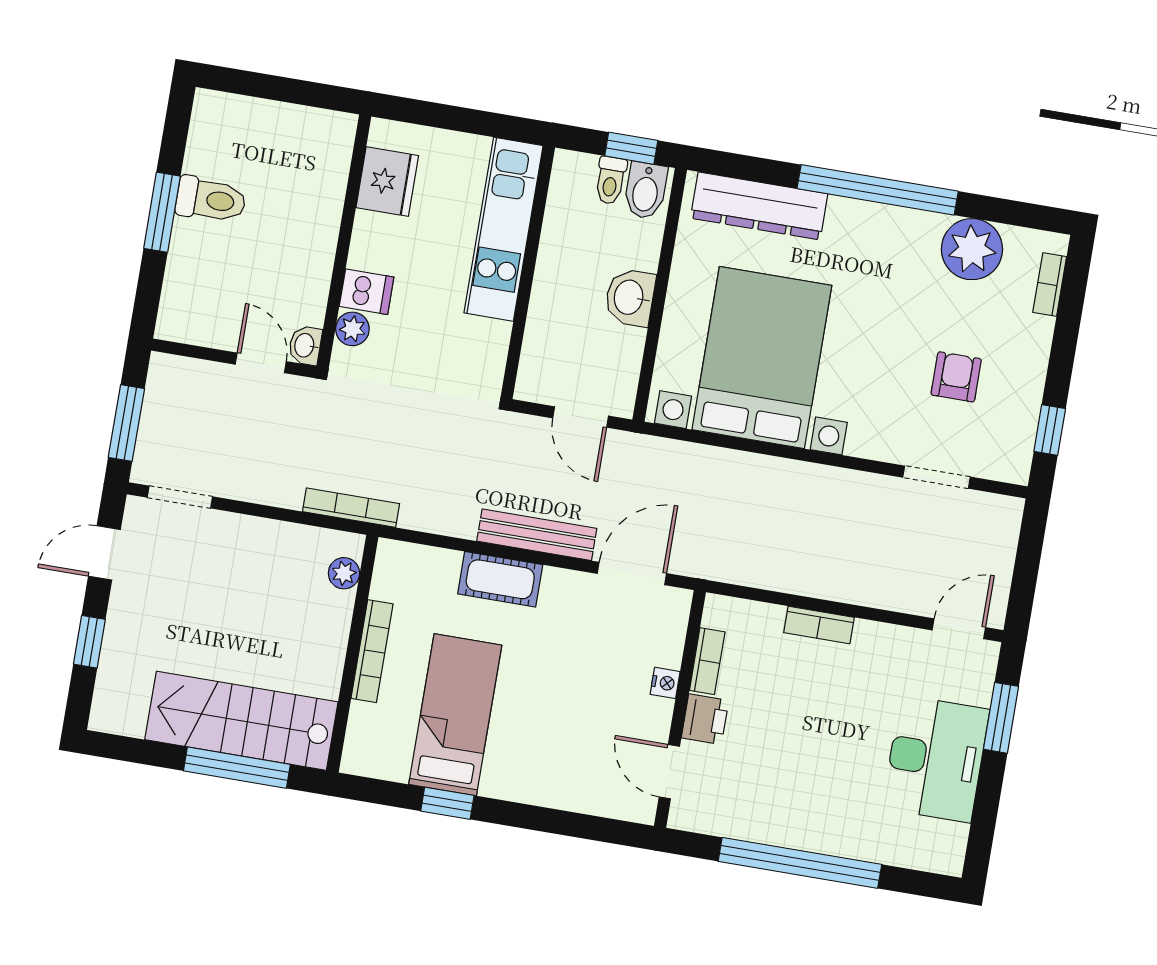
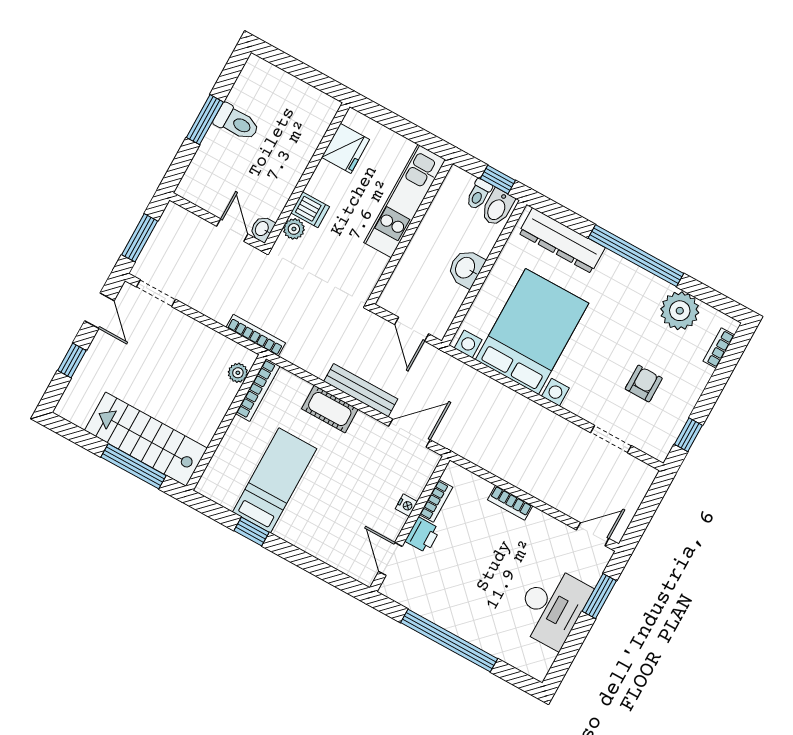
door: (104, 553) -> (99, 311), swing flipped
bookcase: (372, 651) -> (258, 390), moved

